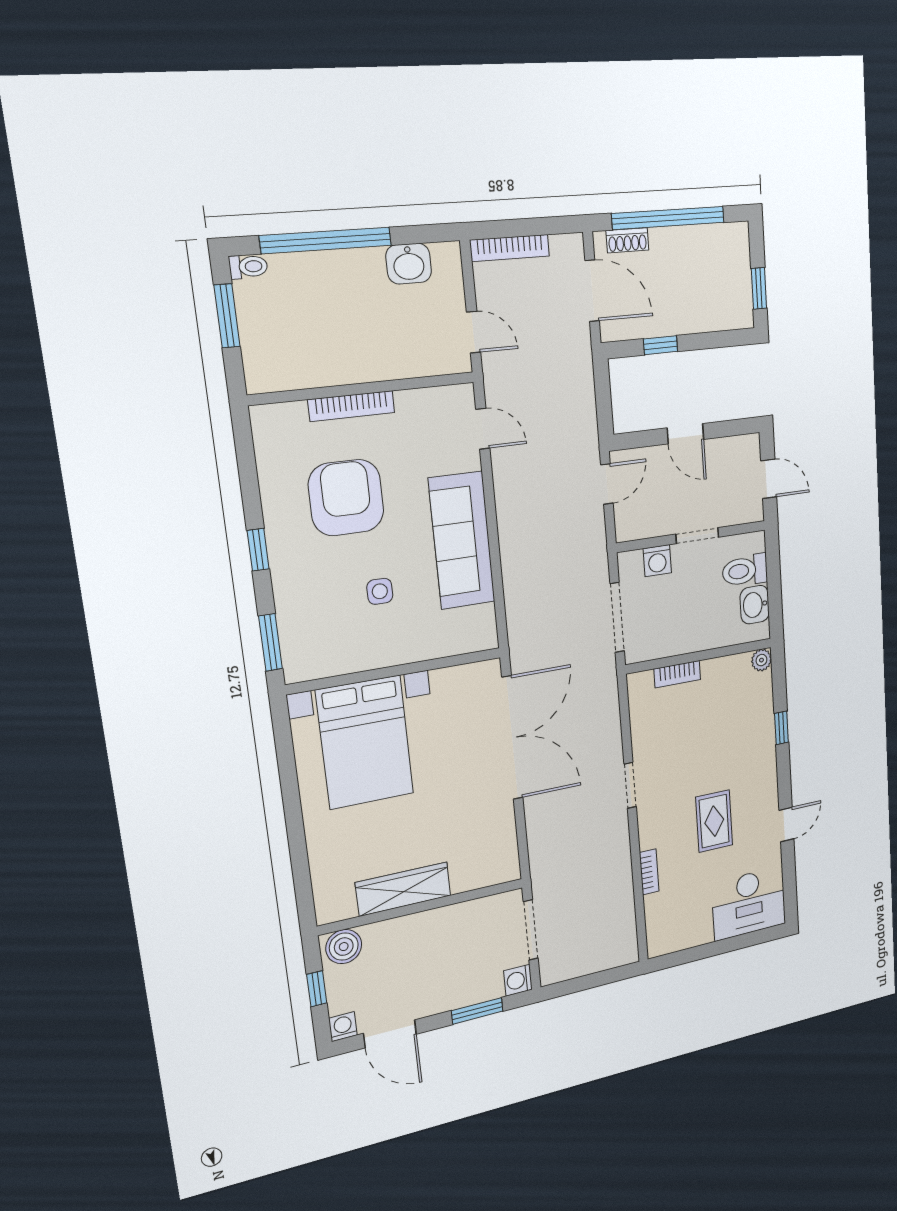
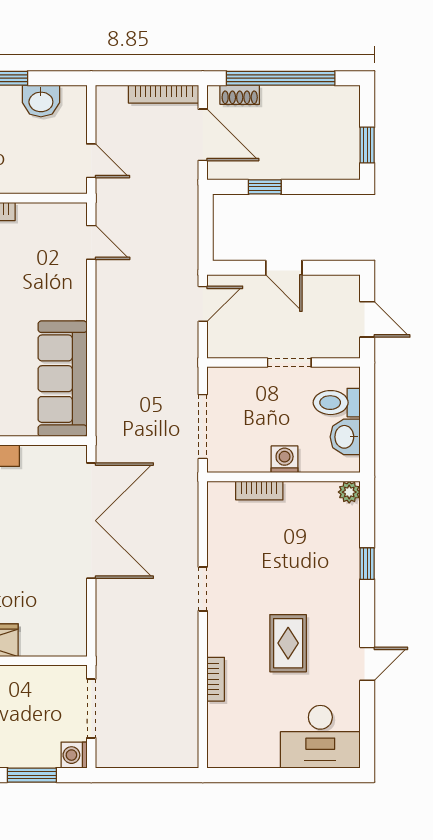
bookcase: (510, 248) -> (164, 94), moved
sofa: (462, 540) -> (63, 379), moved
washing machine: (657, 561) -> (285, 459), moved, turned 180

